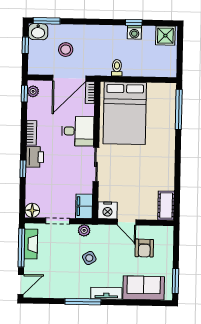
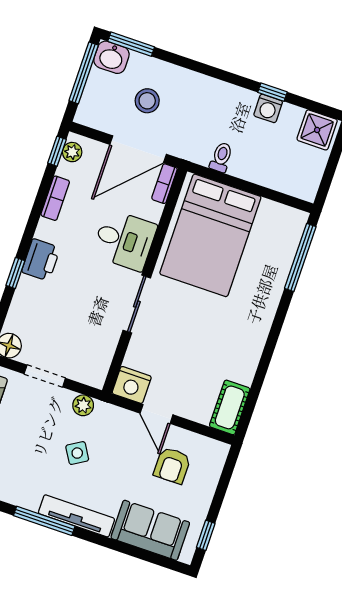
window: (25, 45) -> (84, 73), width x2.17
bookcase: (32, 133) -> (55, 198), moved
filing cabinet: (84, 206) -> (96, 366), removed
window: (175, 281) -> (206, 535), width x0.67
tv unit: (106, 293) -> (76, 516), width x1.41

